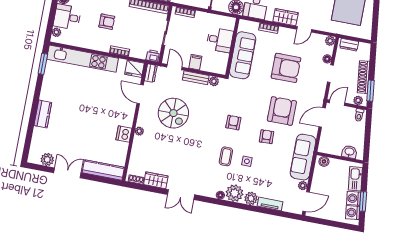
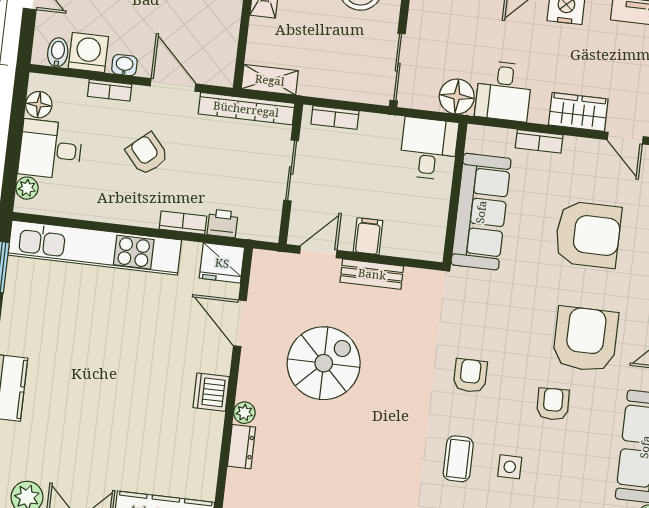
armchair: (107, 22) -> (147, 154), turned -131
door: (304, 29) -> (625, 138), hinge flipped
desk: (220, 40) -> (429, 149), moved, turned -90
printer: (153, 56) -> (222, 223), moved
door: (174, 67) -> (318, 252), hinge flipped
dresser: (151, 73) -> (241, 447), moved
plant: (214, 81) -> (416, 279), removed
spiral stairs: (173, 113) -> (324, 363), turned -90
dishwasher: (124, 134) -> (211, 392), moved

